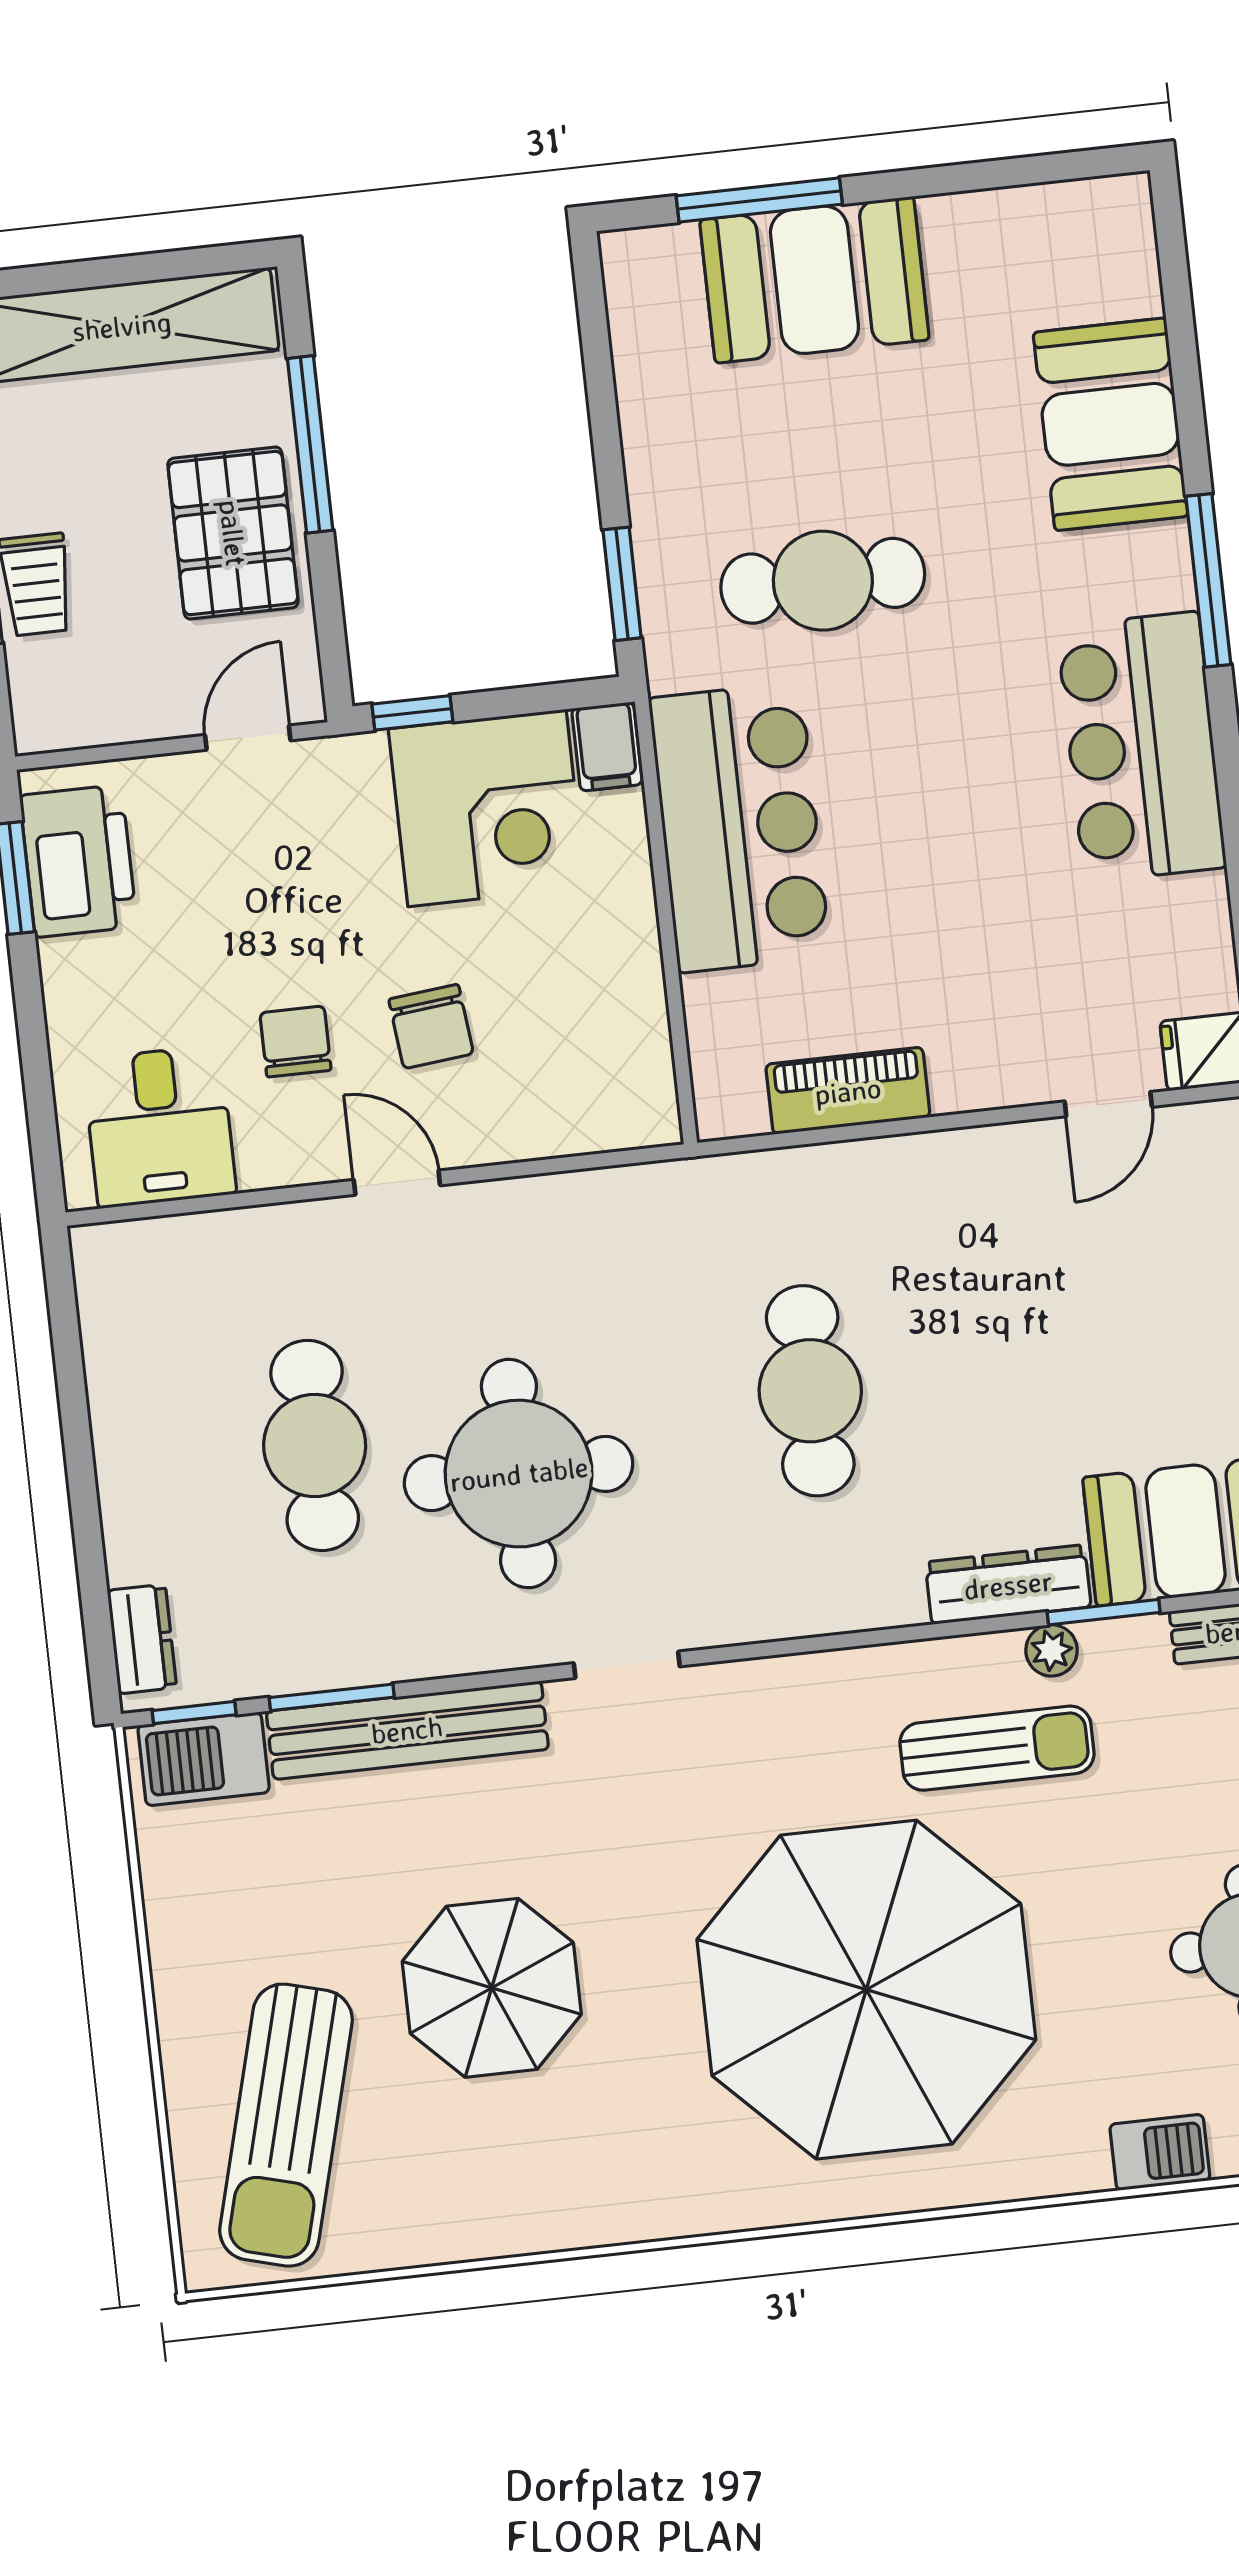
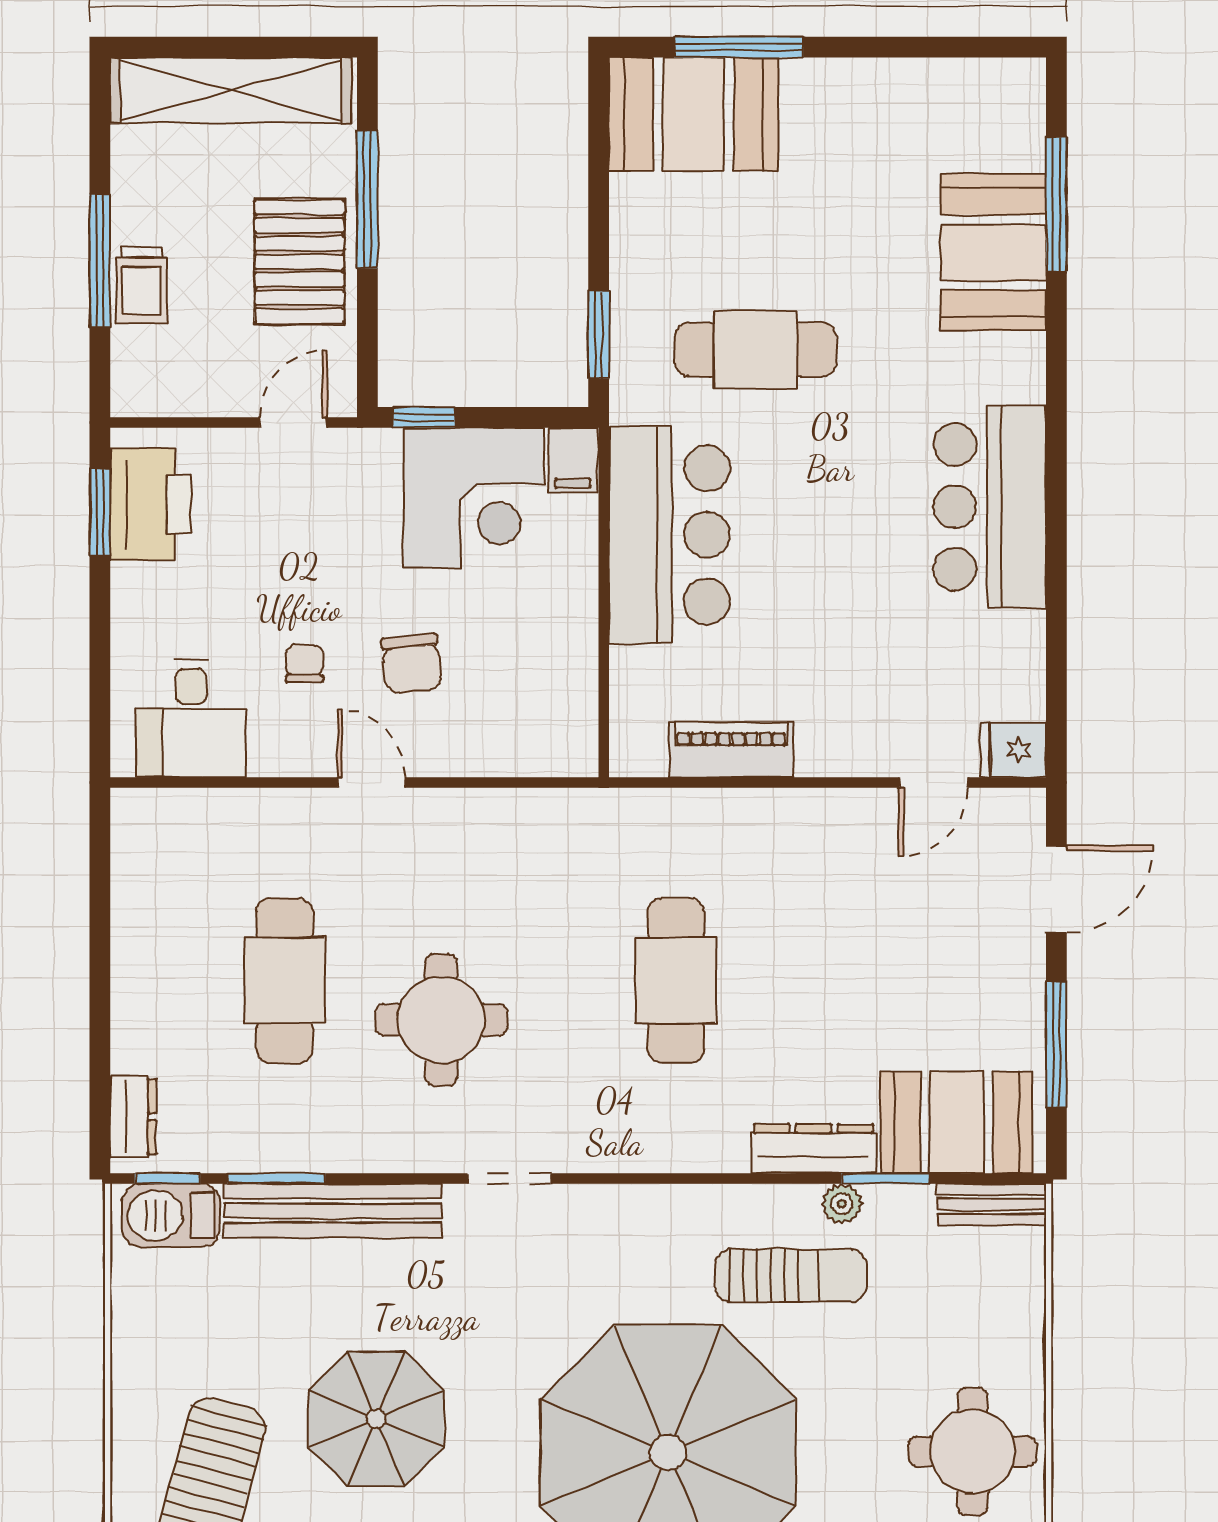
booth: (814, 280) -> (694, 114), moved
window: (1208, 580) -> (1056, 204), moved
chair: (296, 1041) -> (304, 664), width x0.73, depth x0.73
round table: (519, 1474) -> (441, 1020), width x0.73, depth x0.73

